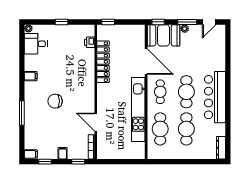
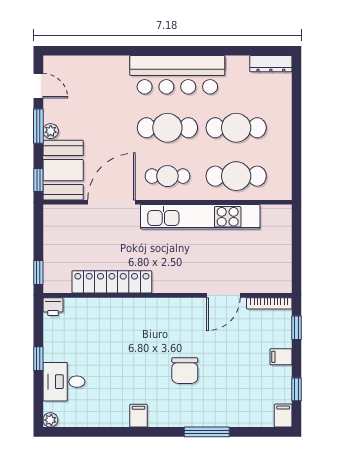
printer: (90, 42) -> (53, 307), moved
desk: (36, 44) -> (64, 382), moved, turned 90

